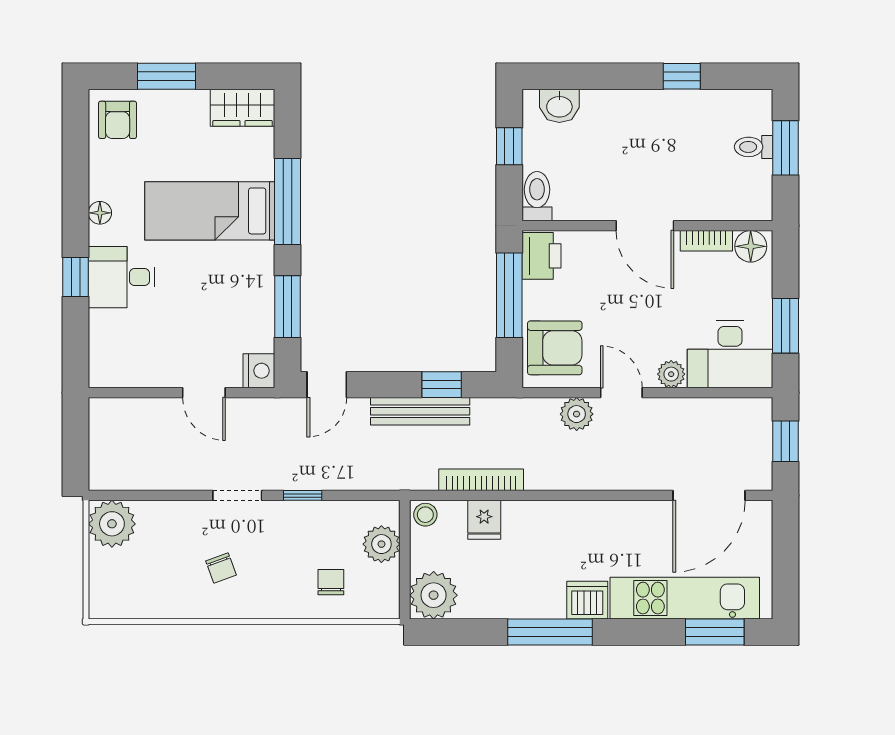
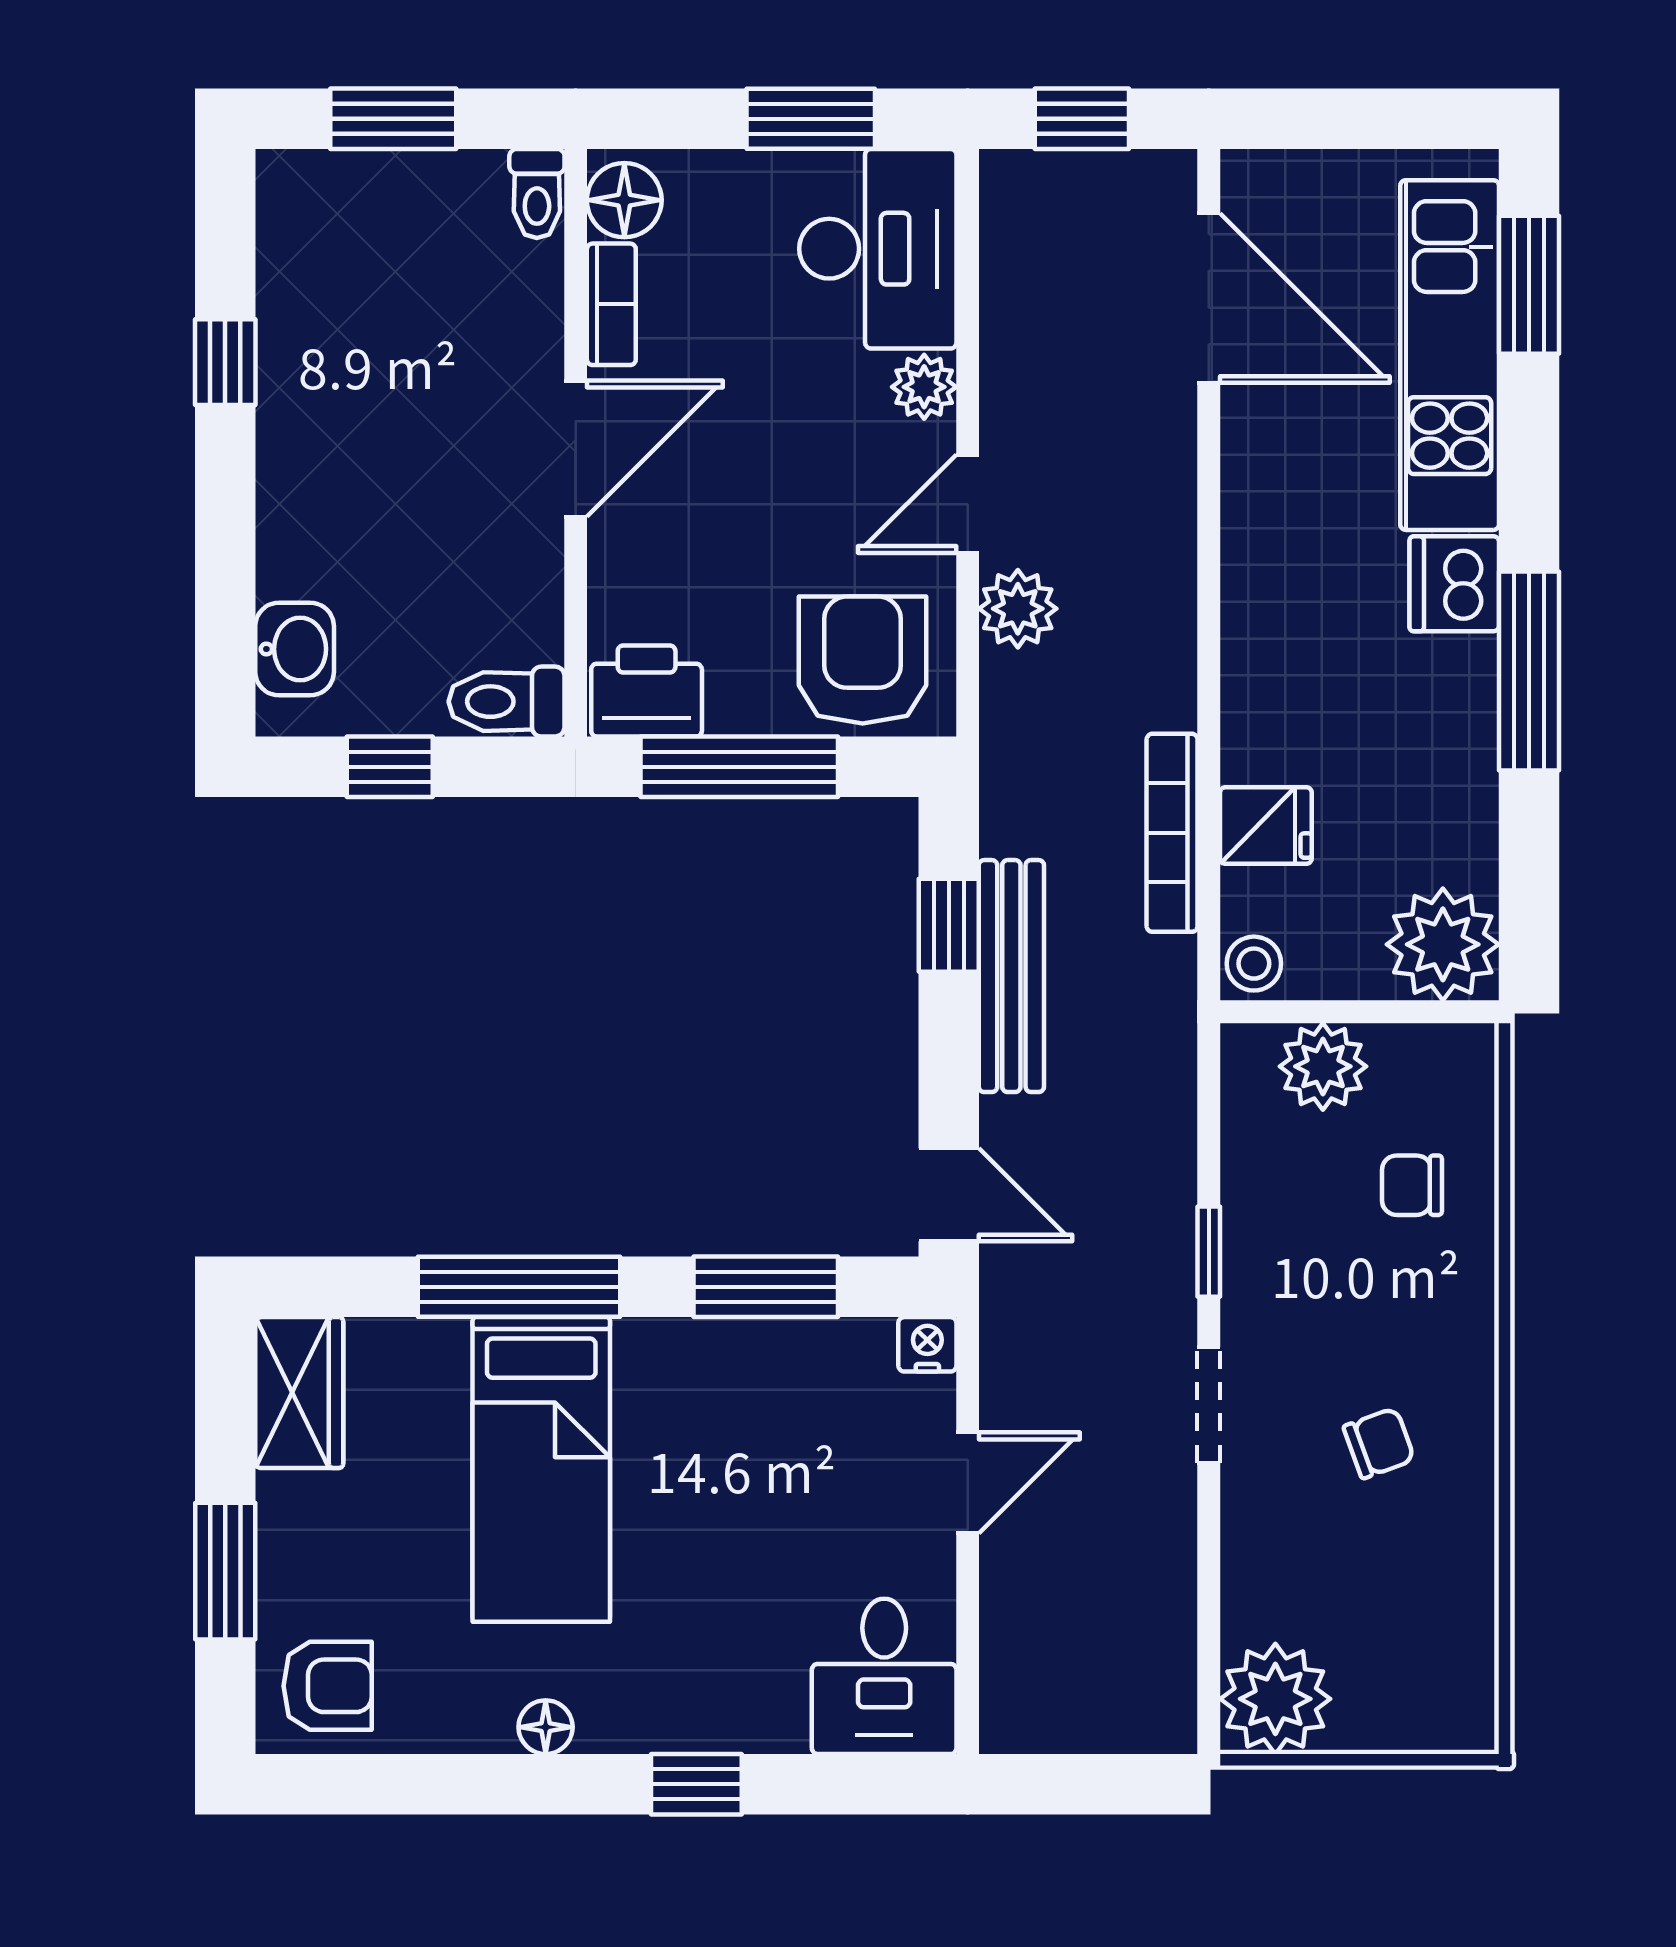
toilet: (754, 147) -> (537, 194), moved
desk: (122, 277) -> (884, 1676), moved
nightstand: (259, 371) -> (927, 1344), width x0.72, depth x0.74

